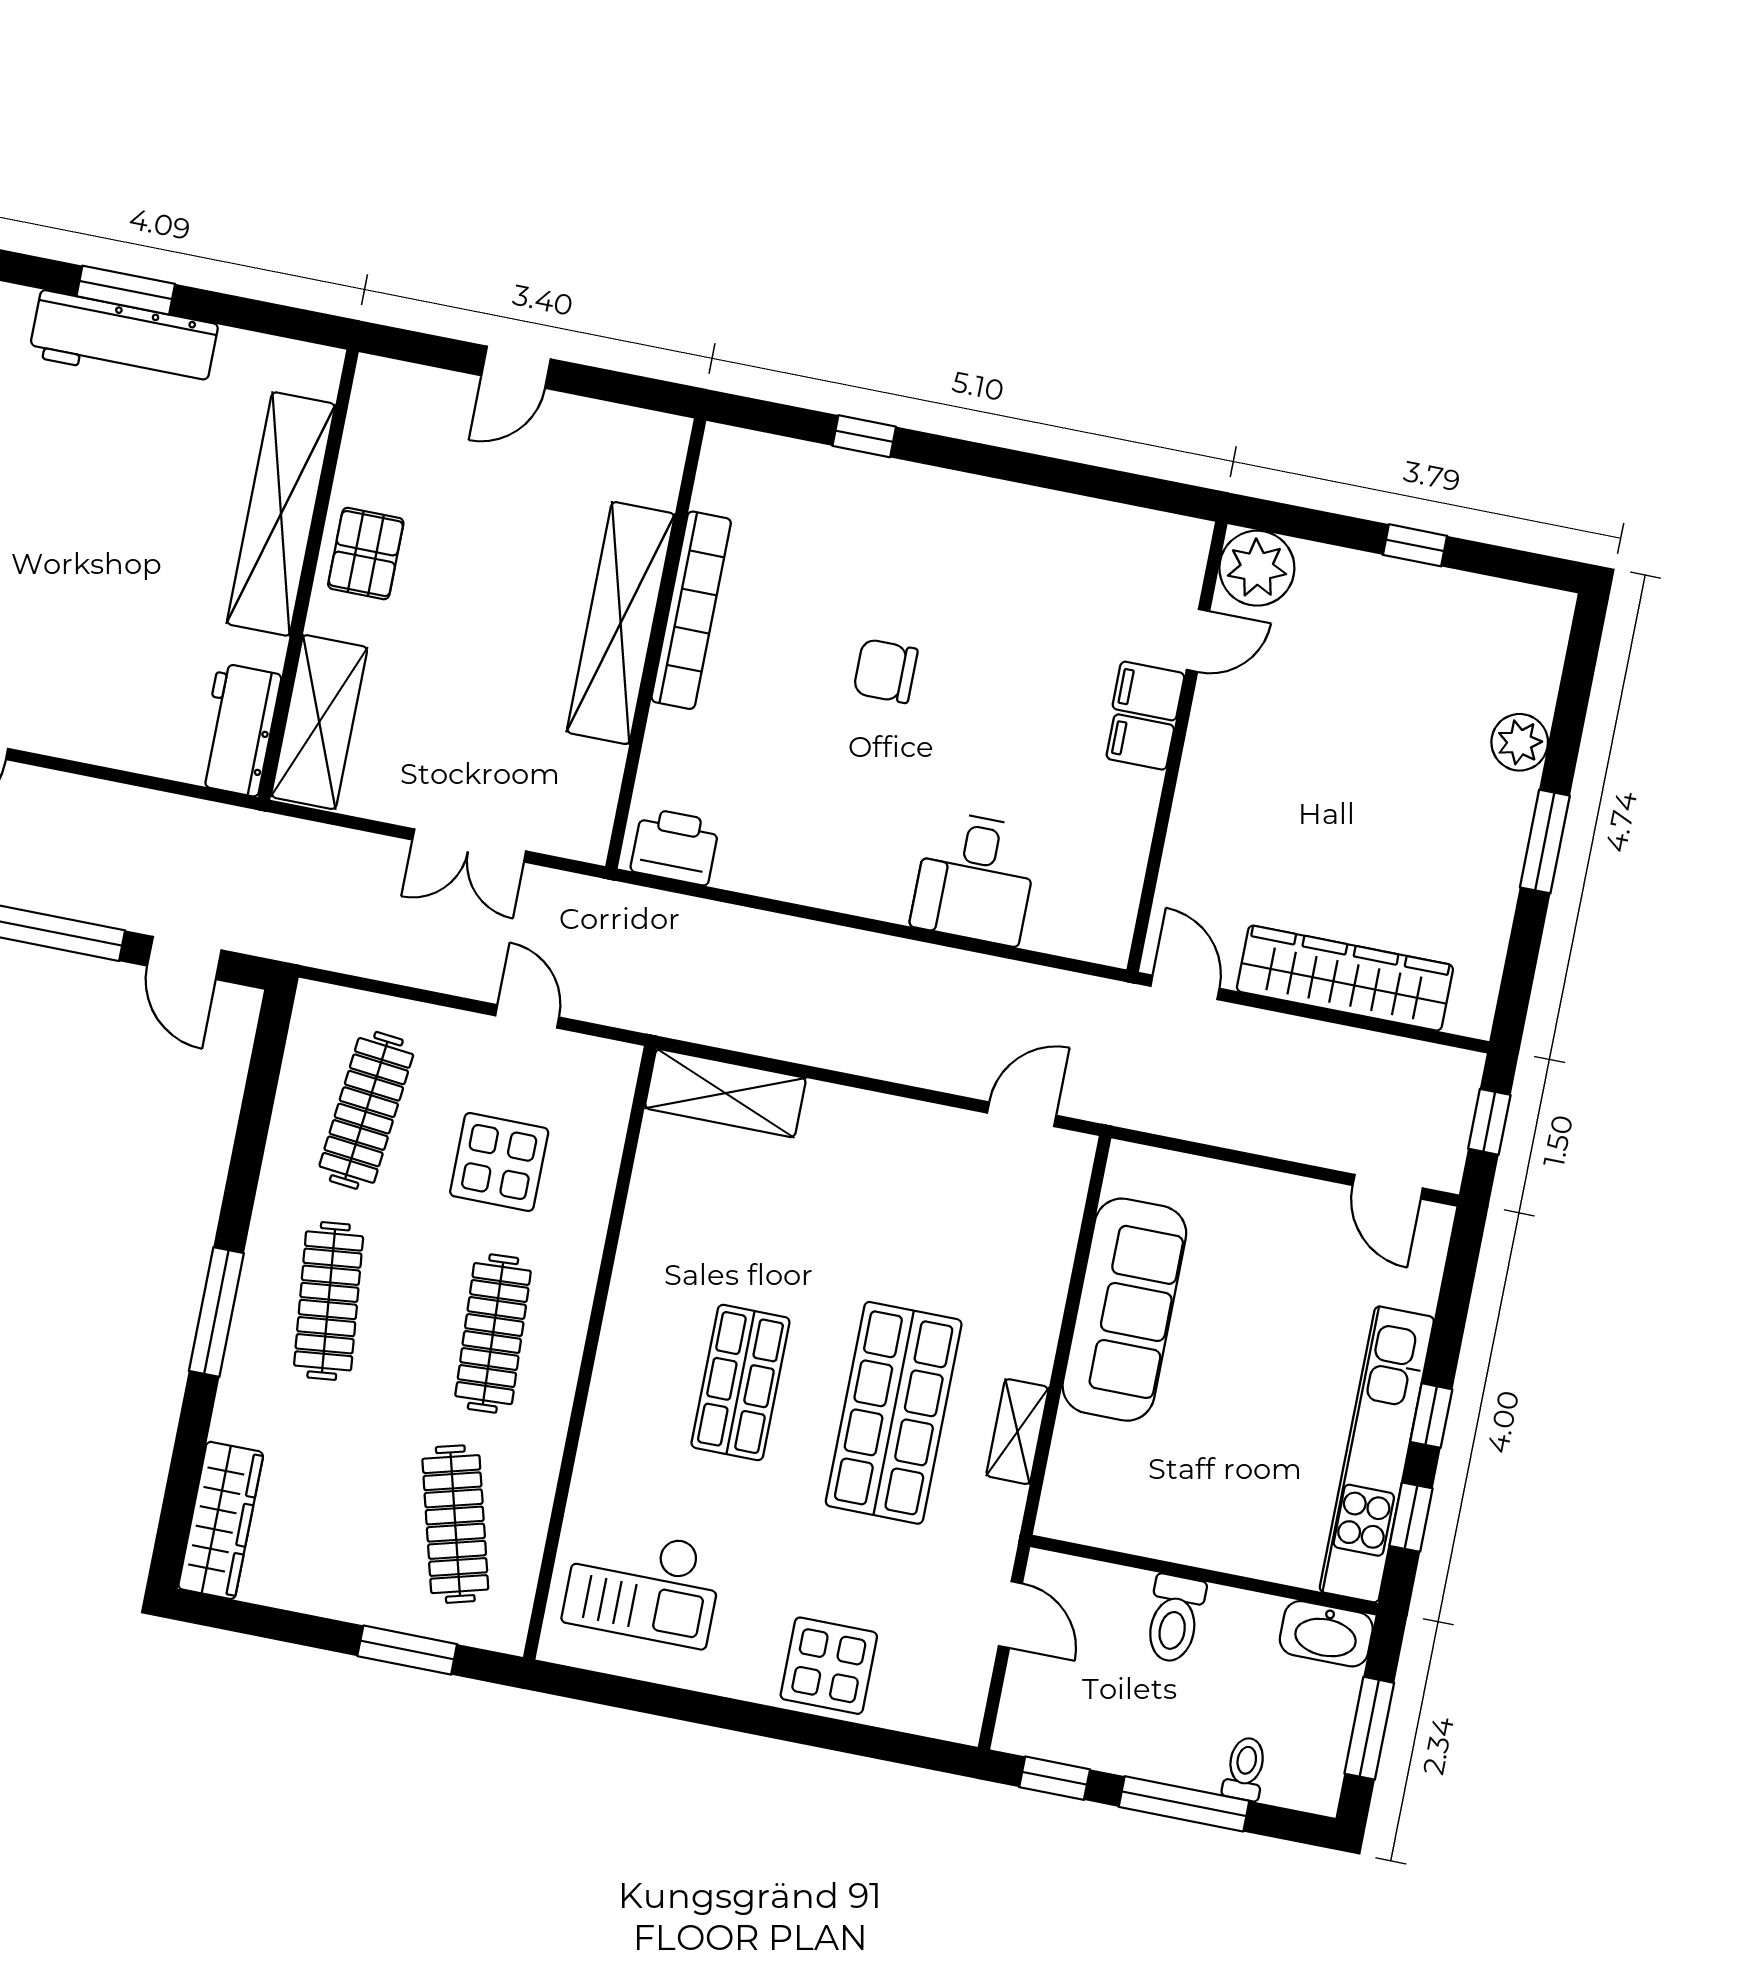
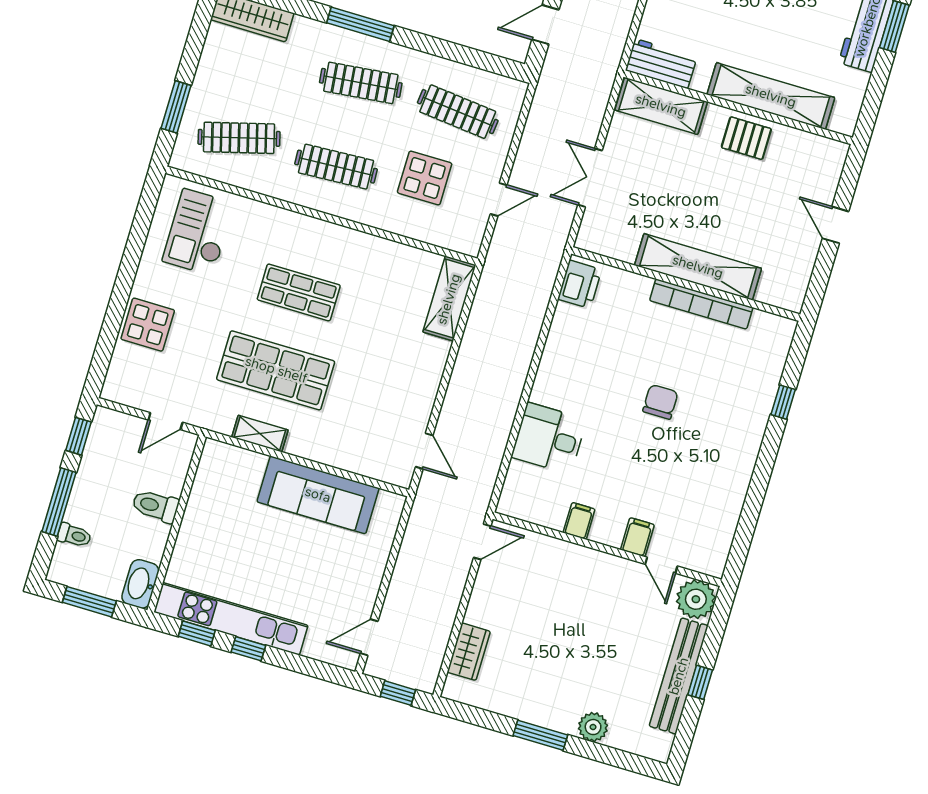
bench: (1407, 587) -> (679, 676), added
filing cabinet: (1140, 742) -> (579, 521), moved
wardrobe: (1345, 978) -> (469, 652), width x0.48, depth x0.85

